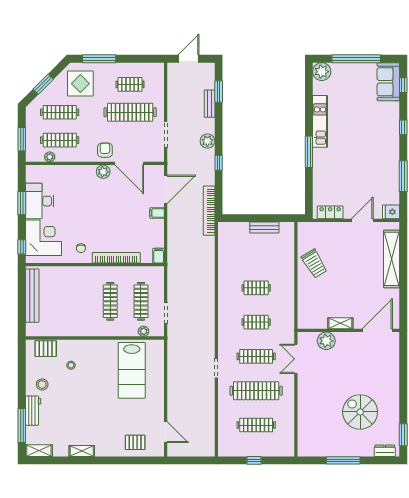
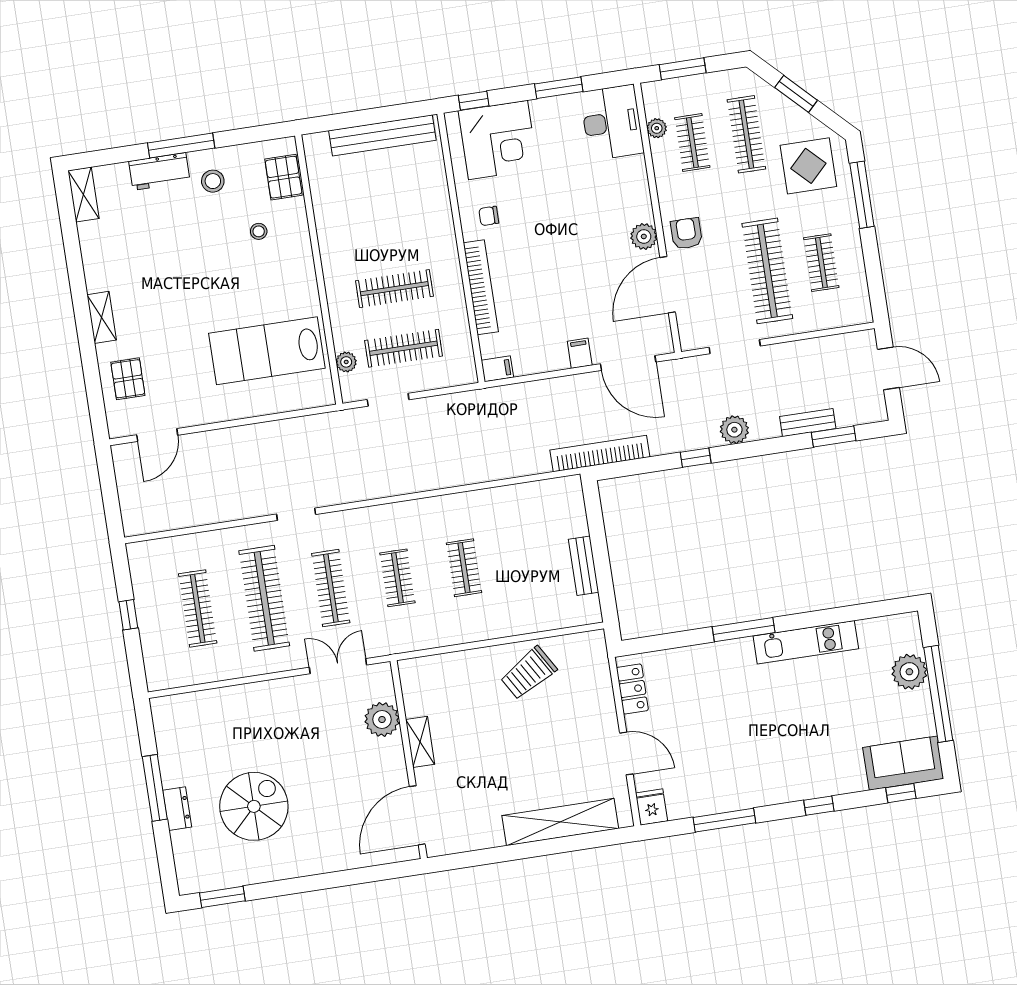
plant: (322, 72) -> (909, 672), moved
clothes rail: (60, 140) -> (692, 143), width x0.73
armchair: (105, 150) -> (686, 233), turned -90
desk: (40, 201) -> (612, 122), moved, turned 90
door: (377, 330) -> (417, 815), swing flipped
window: (22, 426) -> (181, 145), moved
shelving: (82, 451) -> (102, 317), moved
dresser: (385, 451) -> (177, 809), moved

